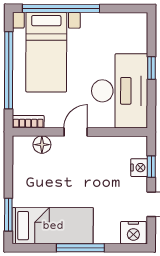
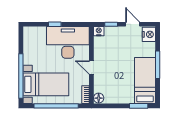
floor lamp: (42, 145) -> (99, 98), moved
nightstand: (139, 168) -> (99, 31), moved

